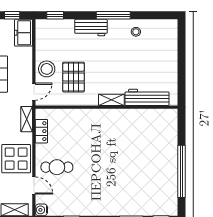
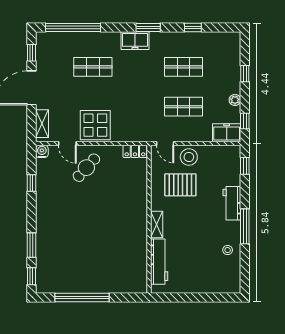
shelving: (27, 119) -> (136, 136), removed
locker: (41, 131) -> (135, 151), moved
cafe table: (57, 167) -> (86, 168), turned 42
door: (34, 186) -> (67, 144), hinge flipped

